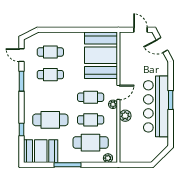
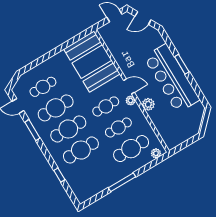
cafe table: (50, 75) -> (56, 108), width x1.37, depth x1.35
door: (118, 92) -> (129, 86), hinge flipped
cafe table: (50, 97) -> (68, 129), added
booth: (41, 151) -> (89, 185), removed

